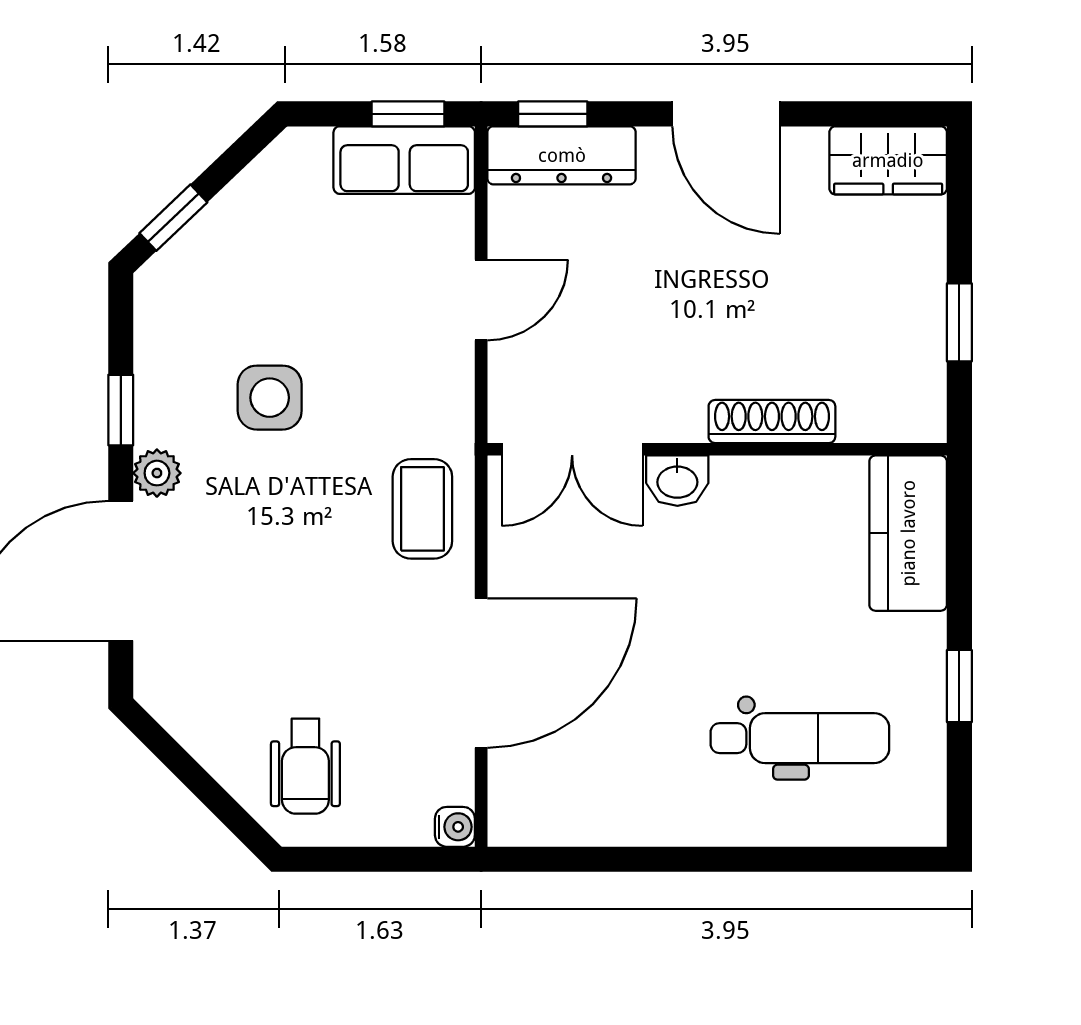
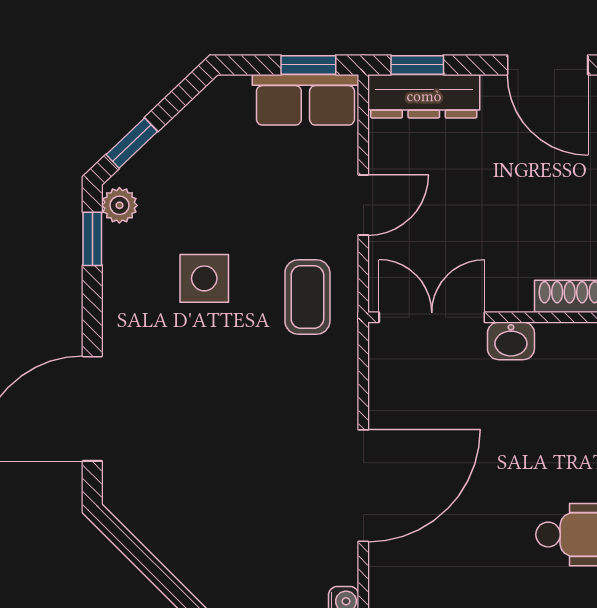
window: (121, 410) -> (92, 239), moved
double door: (572, 449) -> (432, 317), swing flipped
plant: (157, 473) -> (119, 205), moved
coffee table: (422, 509) -> (307, 297), moved
wheelchair: (305, 766) -> (231, 556), removed

